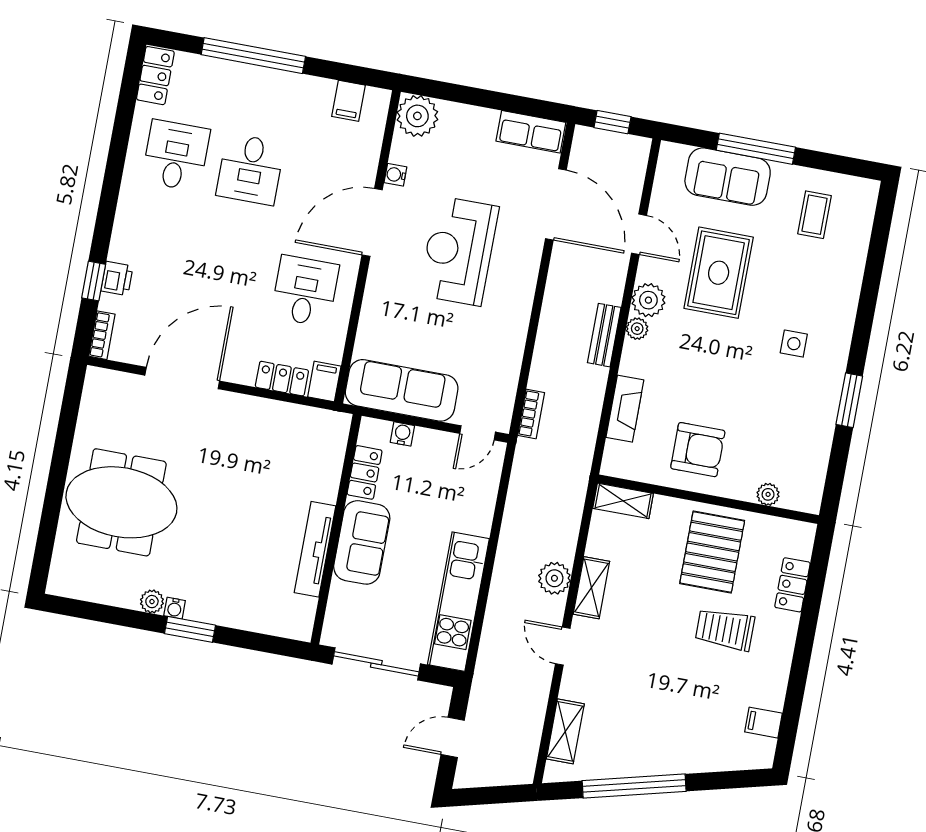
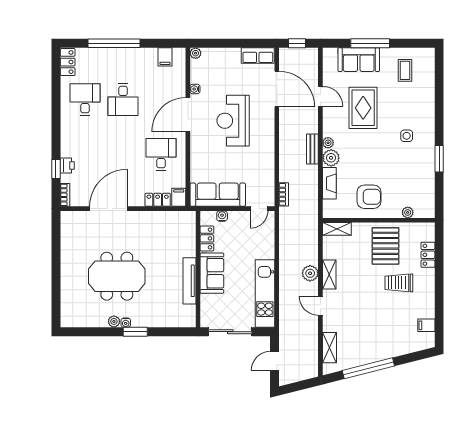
plant: (417, 116) -> (196, 53), width x0.53, depth x0.53
plant: (648, 300) -> (331, 158), moved
meeting table: (121, 502) -> (117, 276), moved

